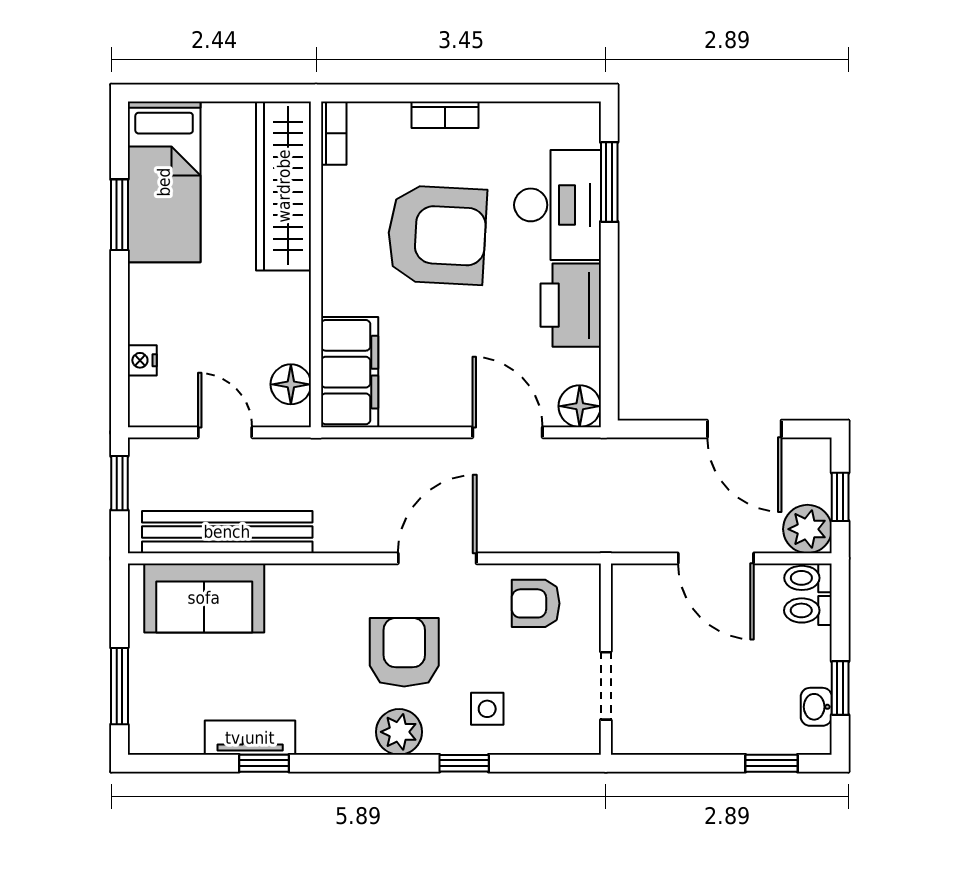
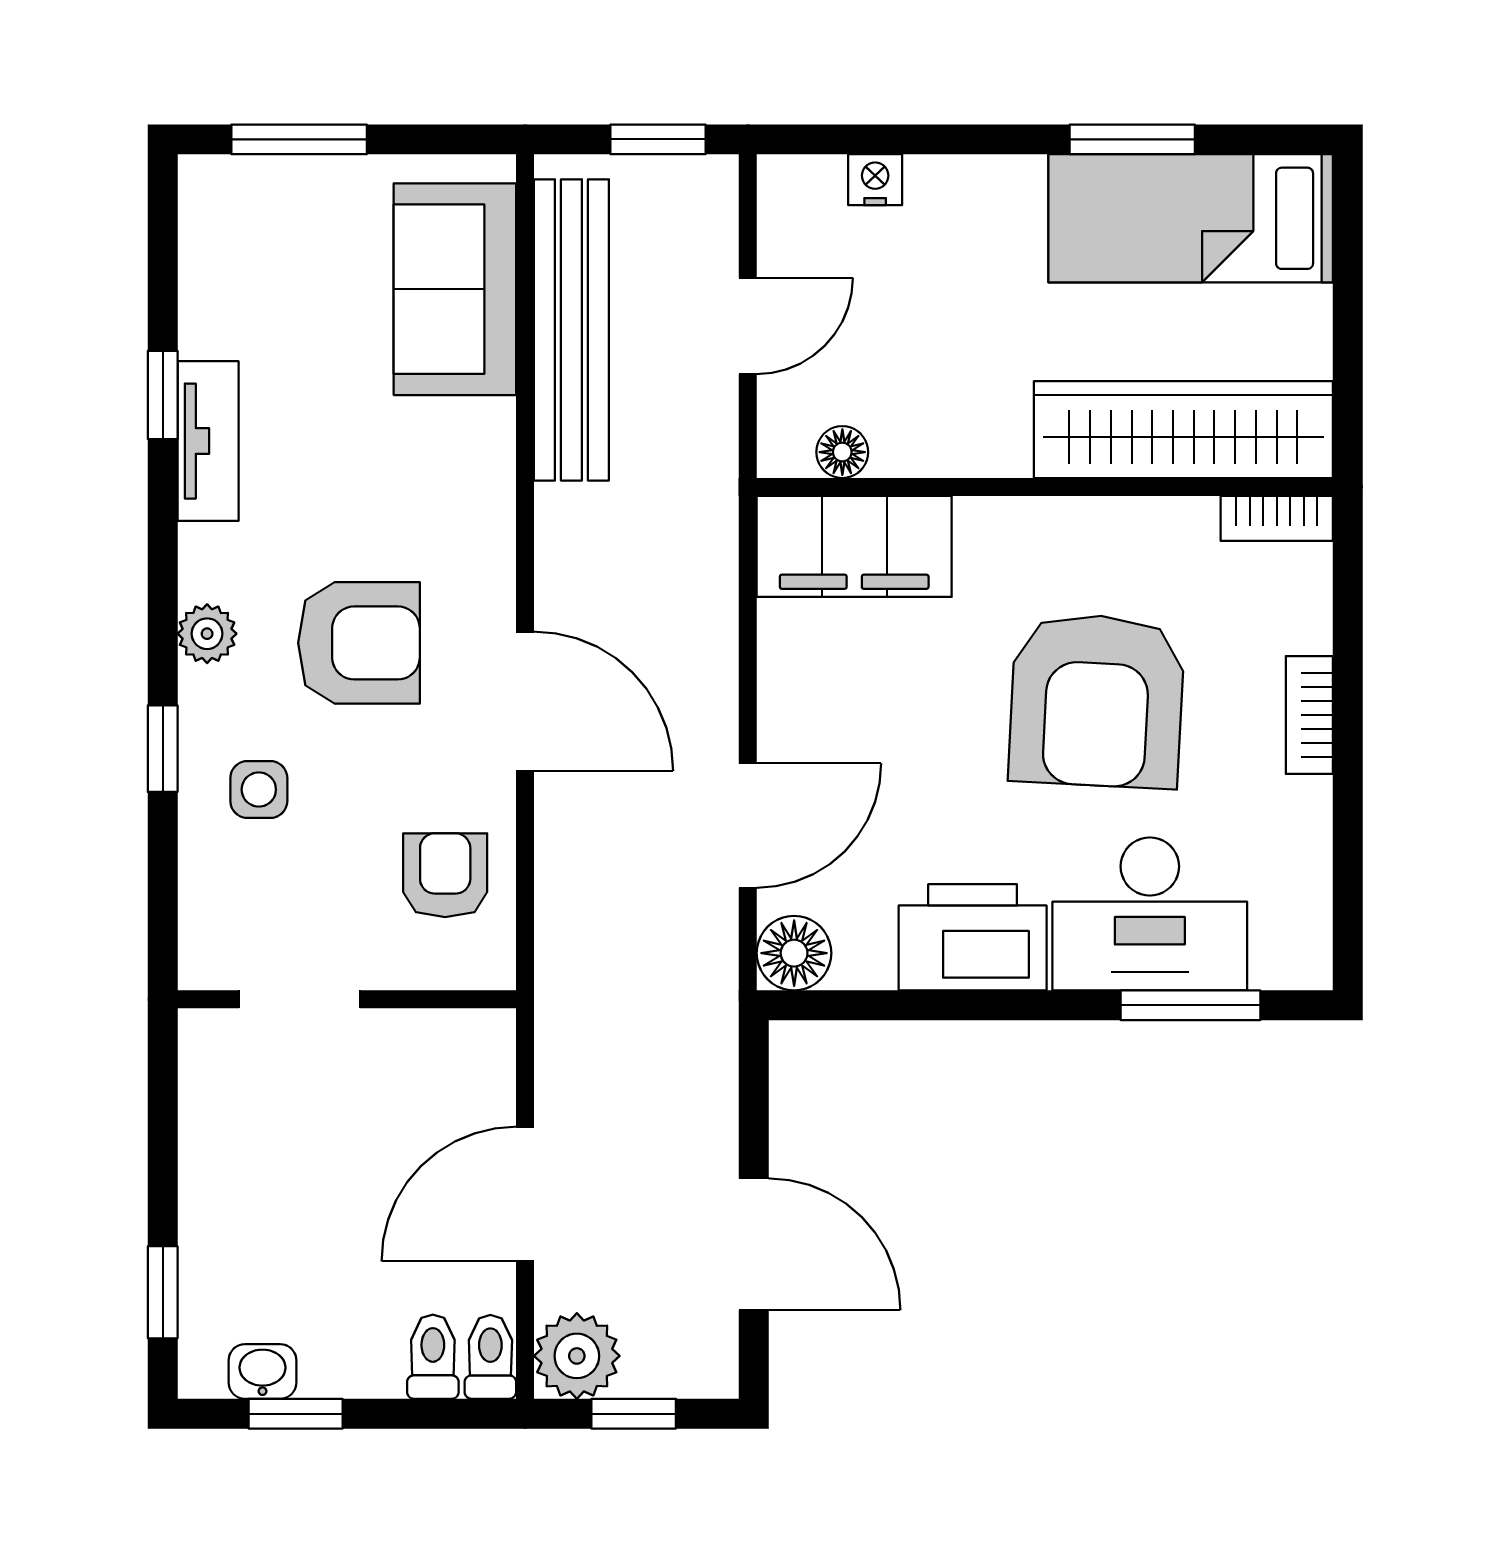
floor lamp: (291, 384) -> (842, 452), width x0.73, depth x0.73
door: (744, 429) -> (754, 1244), swing flipped
plant: (399, 732) -> (207, 634), width x0.73, depth x0.73
tv unit: (250, 738) -> (208, 441), moved

